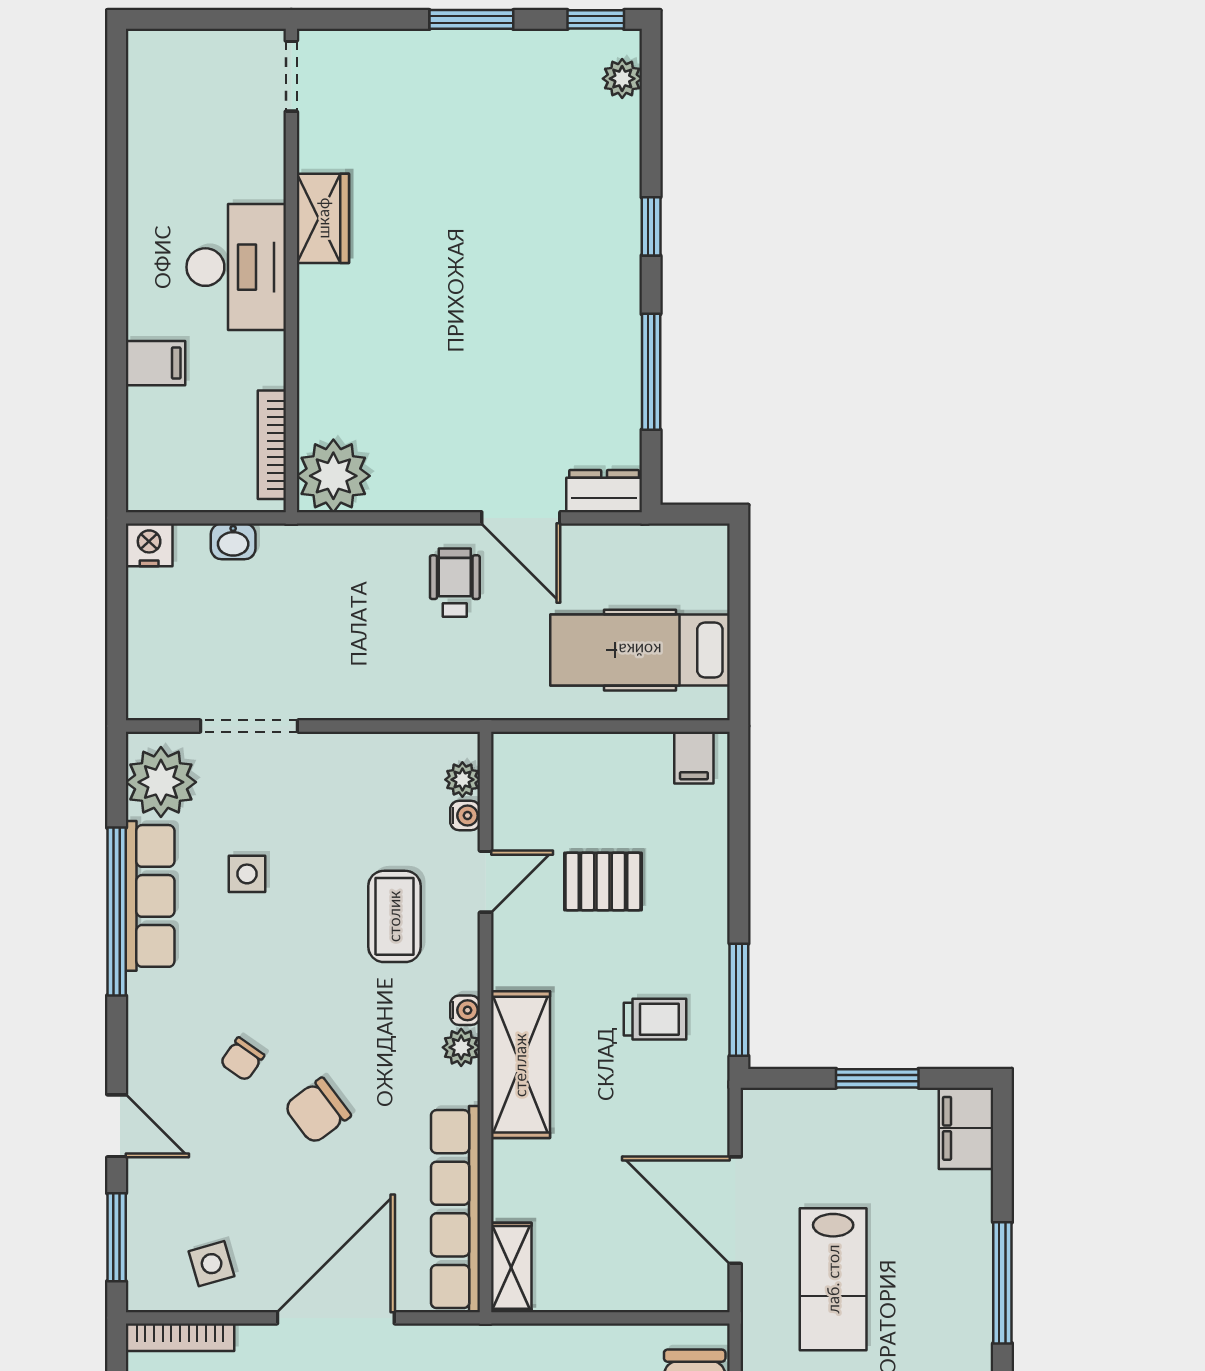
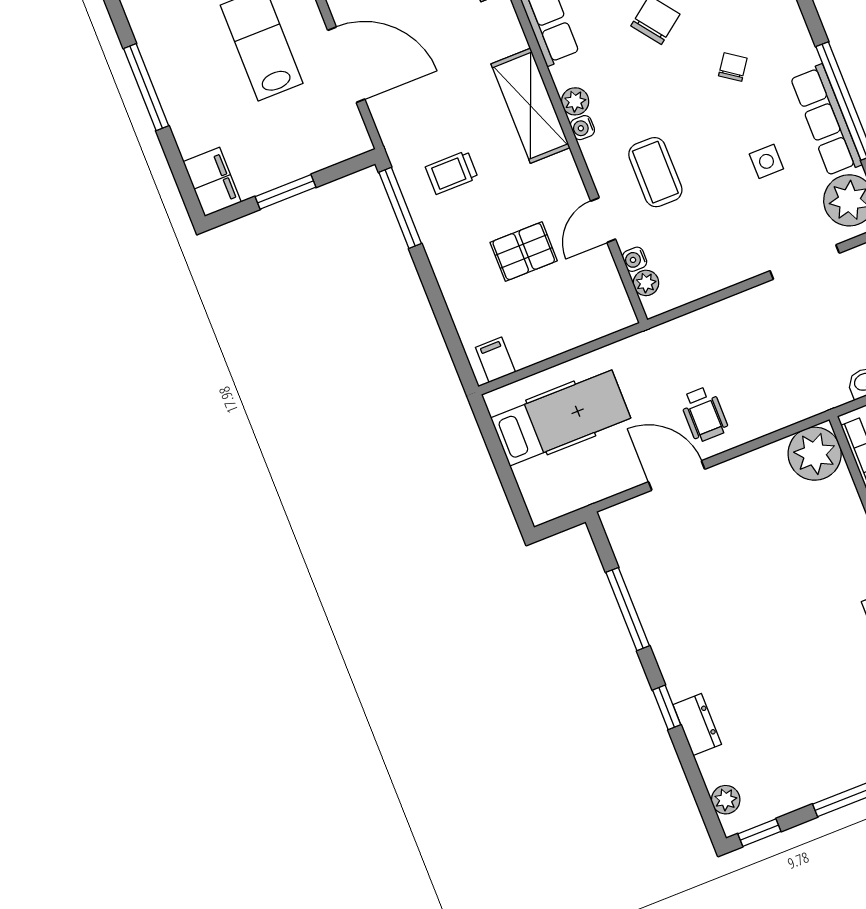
dresser: (604, 491) -> (697, 725), moved, turned -90
chair: (242, 1059) -> (733, 67), moved

